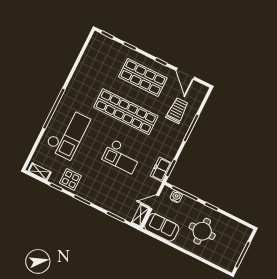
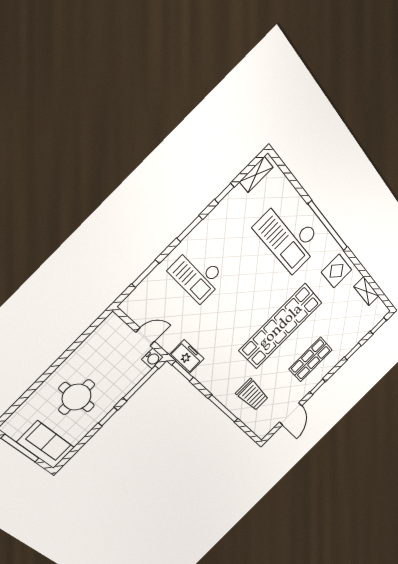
door: (185, 74) -> (291, 414), swing flipped
shop shelf: (143, 77) -> (311, 359), width x0.70, depth x0.74
checkout: (122, 156) -> (197, 274), moved, turned -90
display table: (70, 179) -> (336, 271), moved
water cooler: (176, 197) -> (152, 358), moved
door: (154, 202) -> (145, 337), hinge flipped
shelving: (140, 215) -> (366, 291), moved
sofa: (162, 227) -> (46, 445), moved, turned -90

